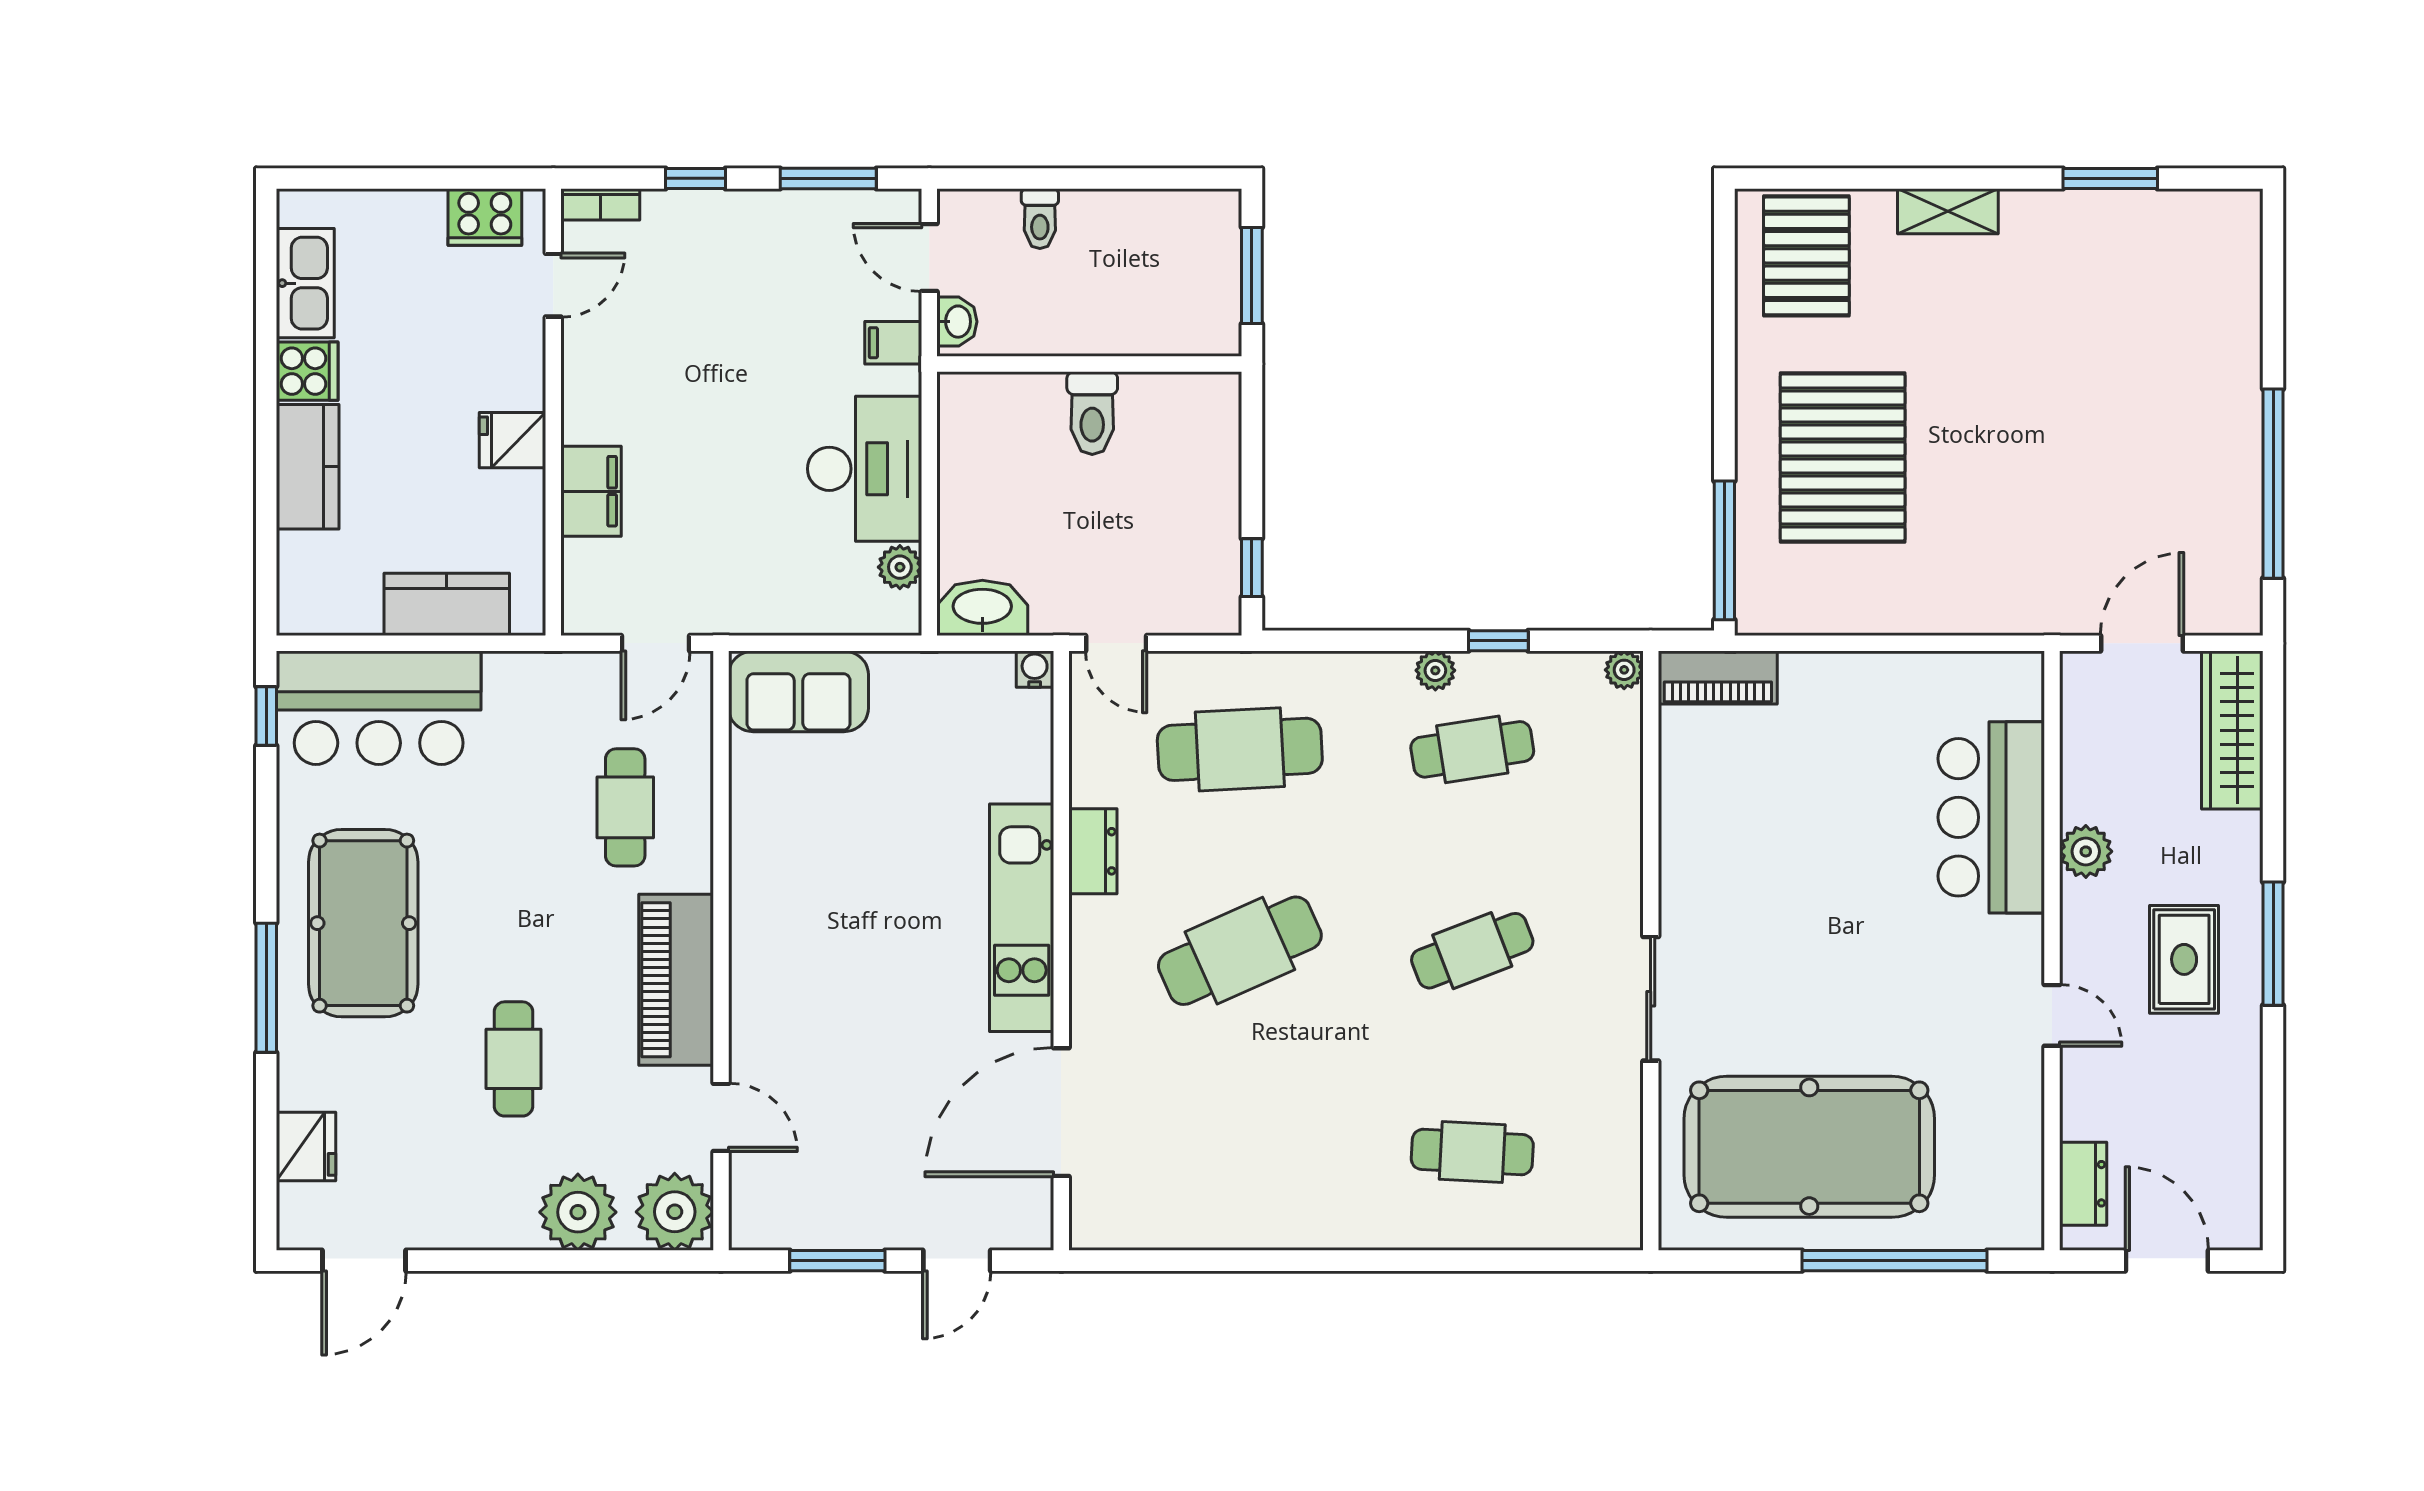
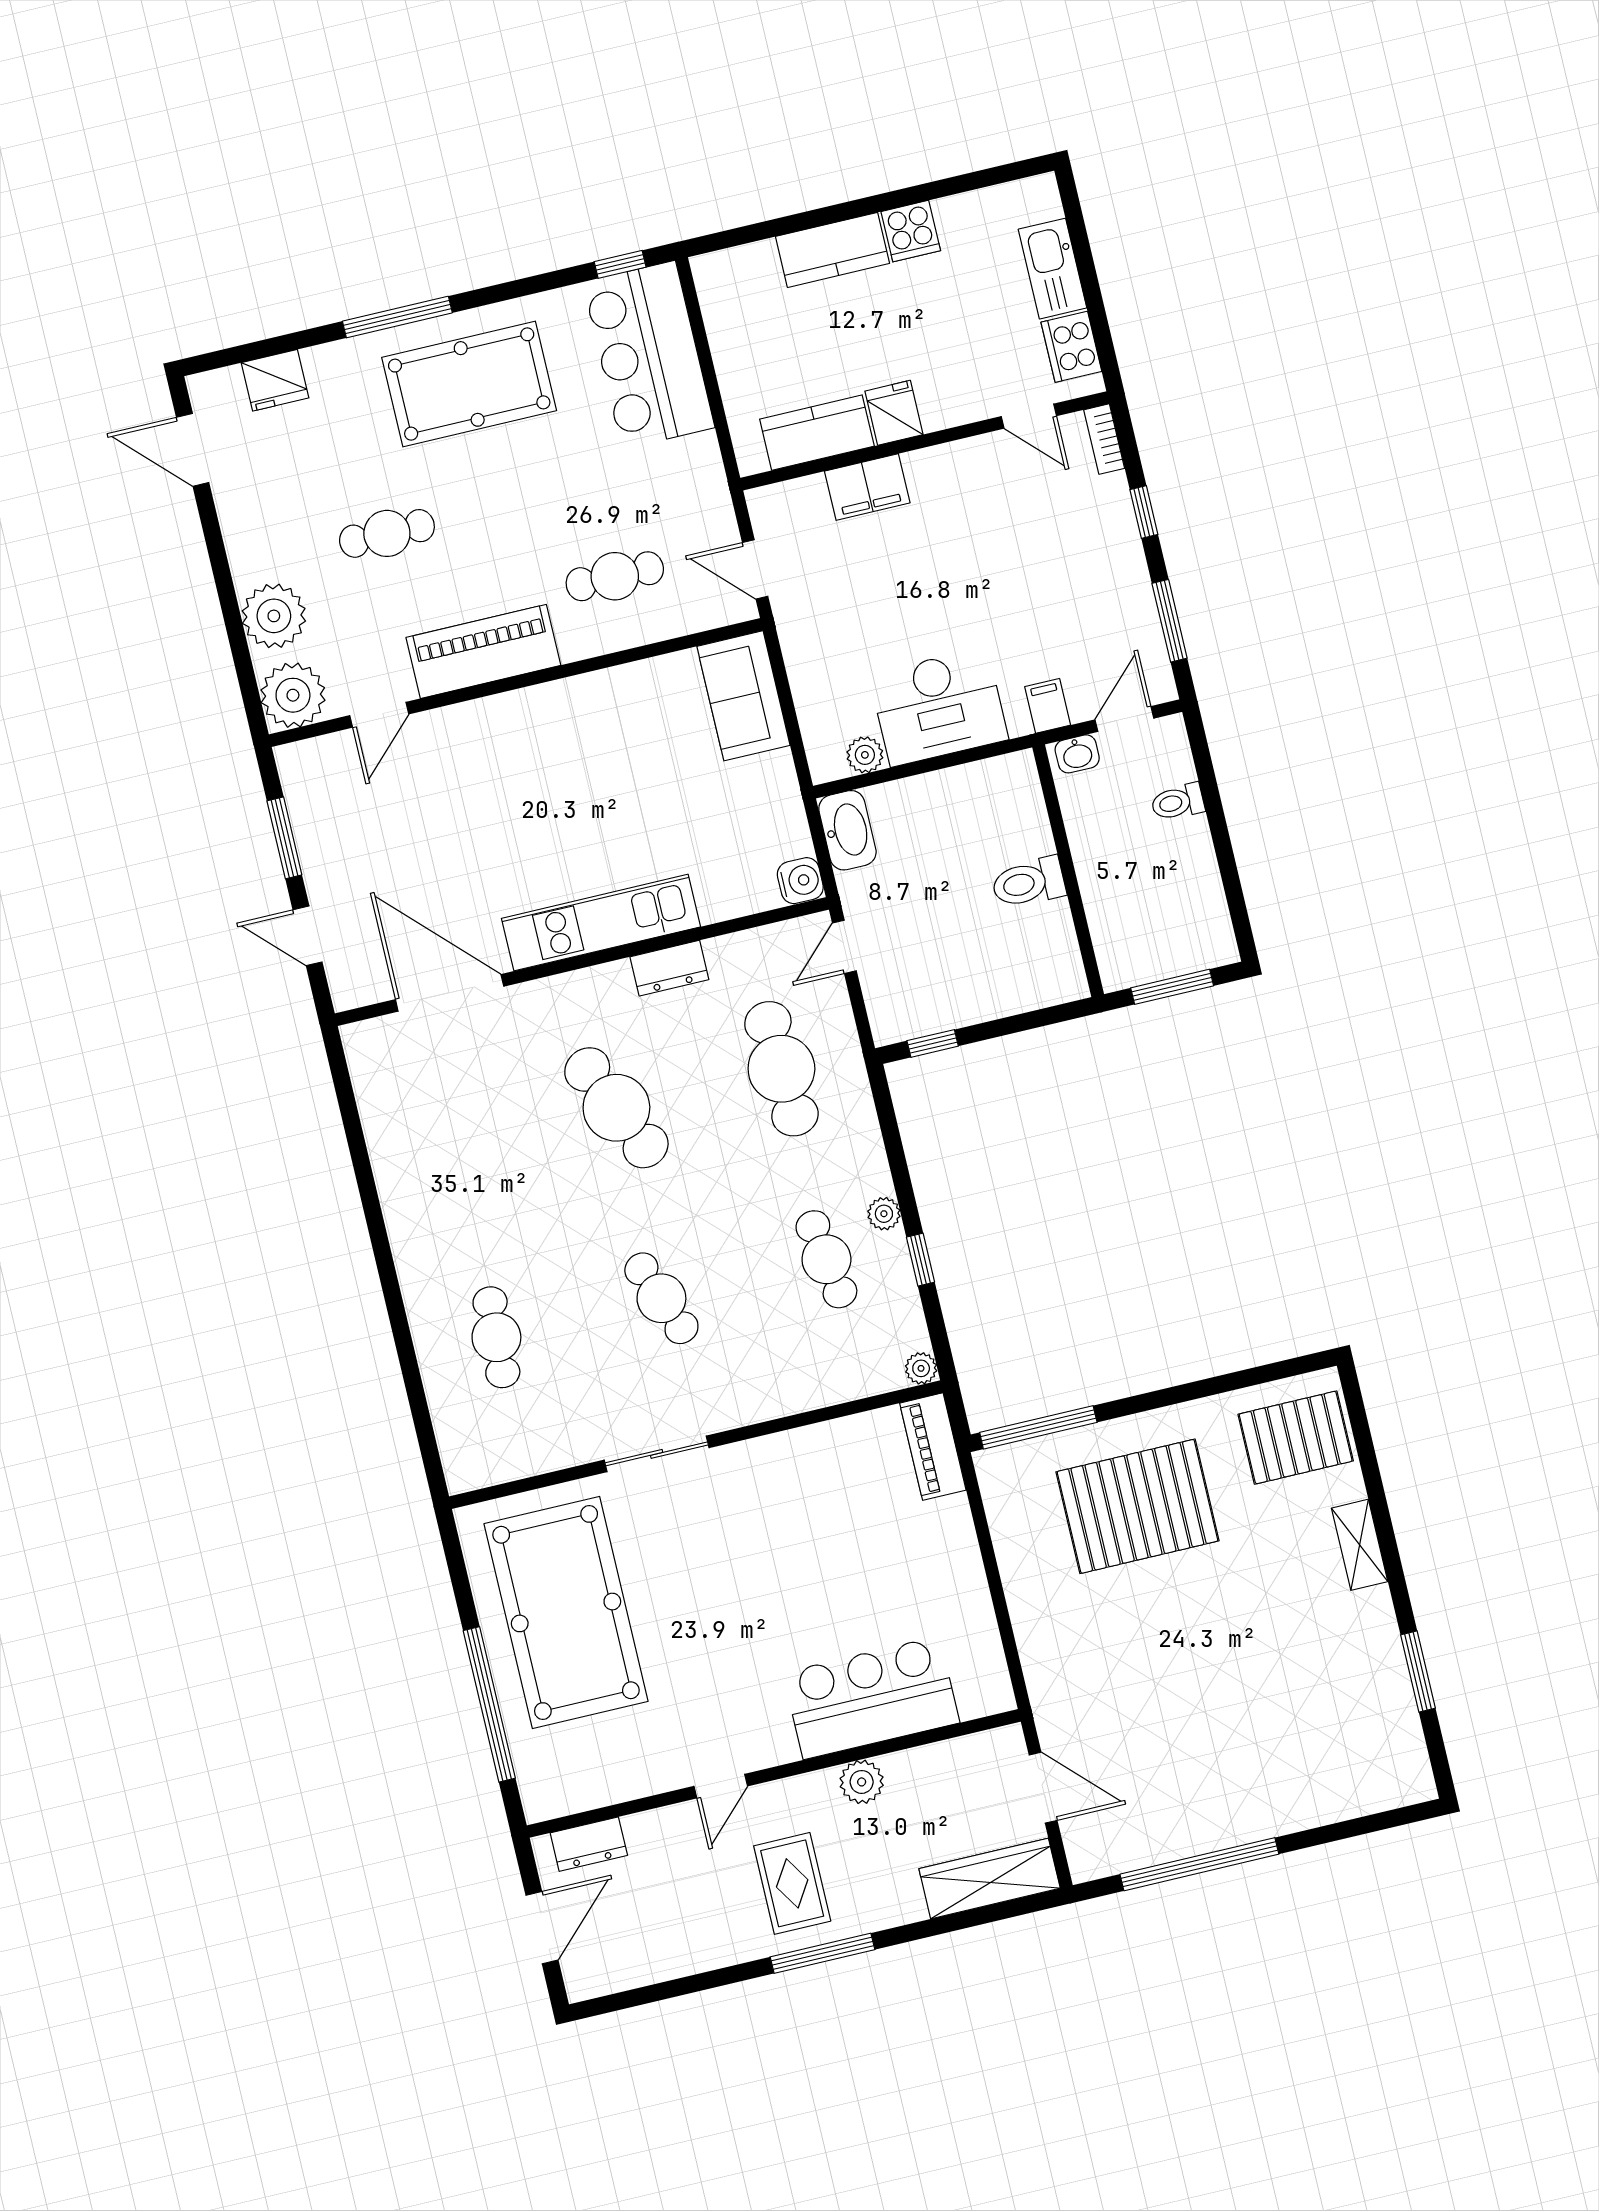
kitchen sink: (305, 283) -> (1053, 269), moved, turned 90
kitchen counter: (447, 604) -> (817, 433), moved, turned -90
water cooler: (1035, 669) -> (800, 881), width x1.38, depth x1.38
rug: (2184, 959) -> (792, 1883), turned 90

